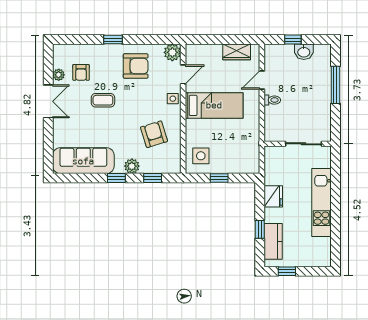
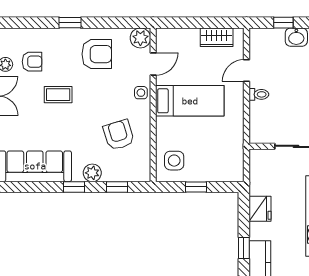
armchair: (81, 72) -> (32, 62), turned -90

